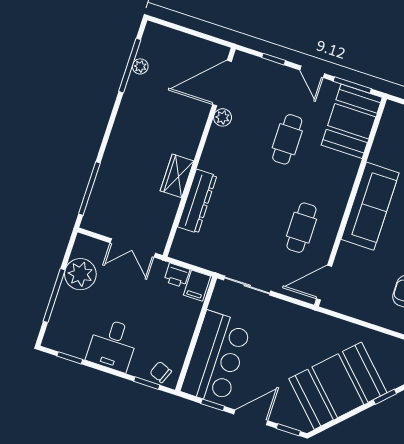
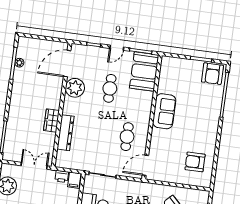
door: (312, 72) -> (117, 48), hinge flipped
plant: (223, 117) -> (75, 88), width x1.87, depth x1.87
sofa: (370, 206) -> (164, 111), width x0.73
double door: (133, 248) -> (34, 166), swing flipped

